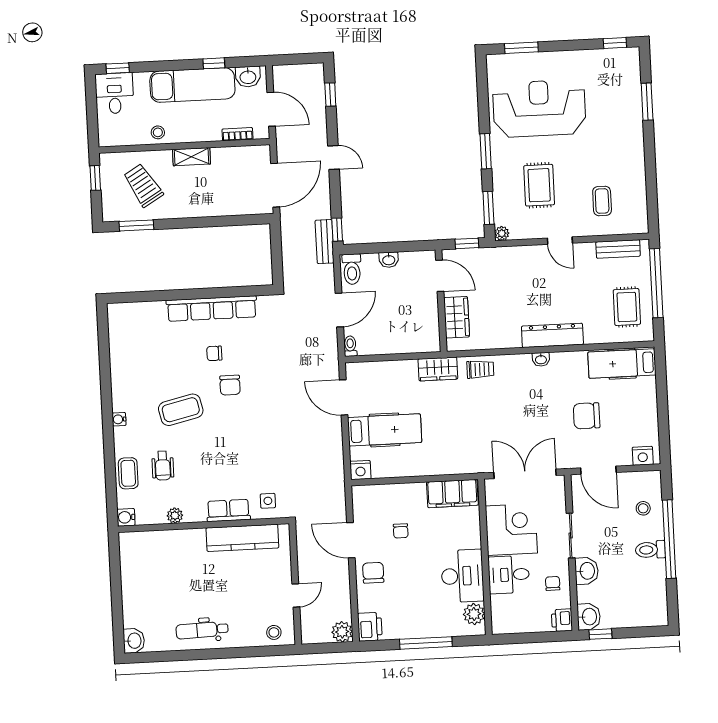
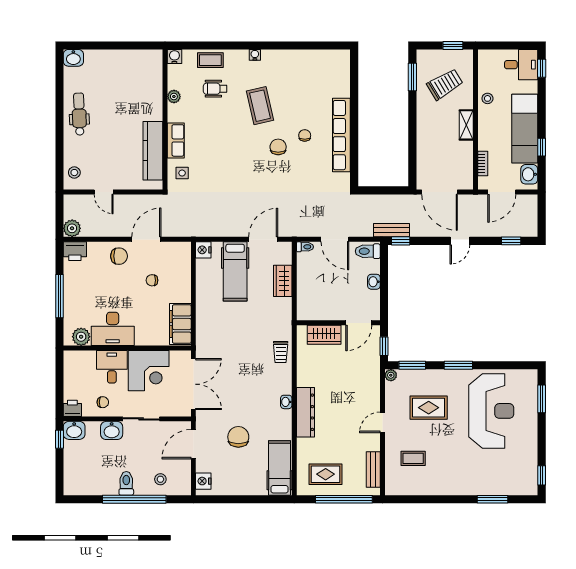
wardrobe: (438, 369) -> (283, 281), moved
chair: (230, 385) -> (278, 147), turned 90

